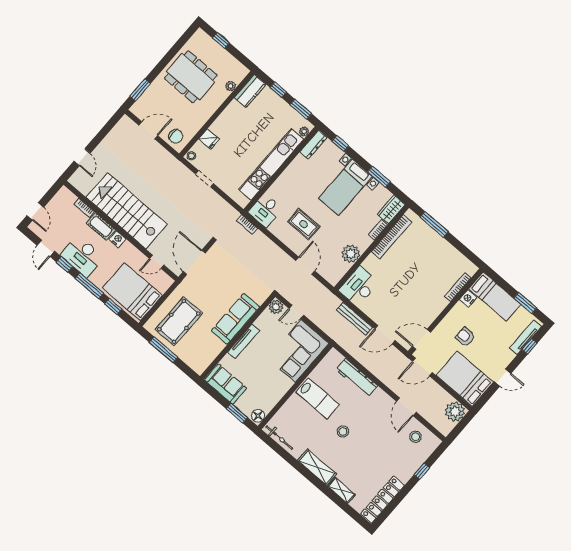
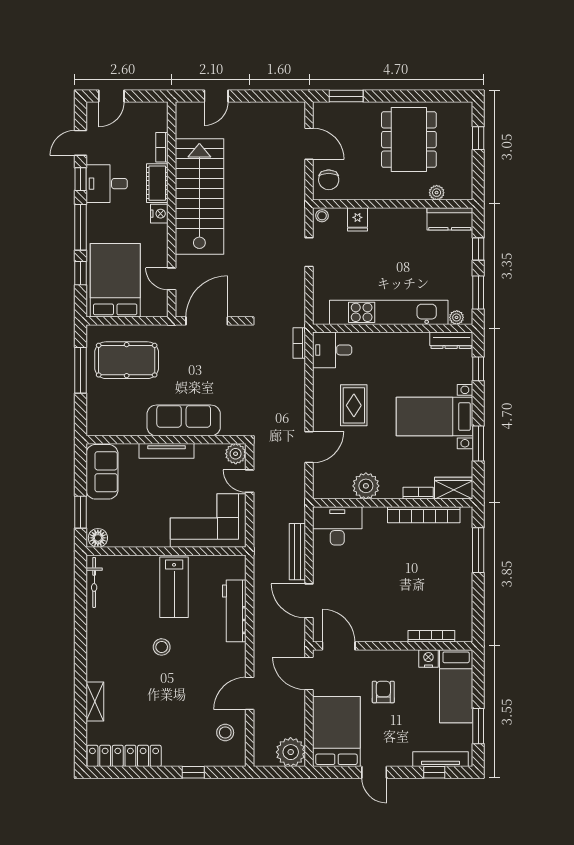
desk: (82, 256) -> (107, 184), width x0.73
shelving: (317, 467) -> (97, 653), removed

